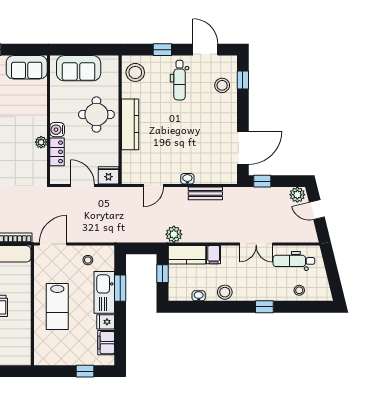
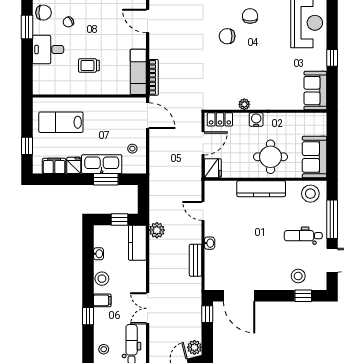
window: (162, 50) -> (332, 219), width x2.17
sofa: (79, 68) -> (314, 157), moved
locker: (57, 152) -> (220, 119), moved
filing cabinet: (214, 255) -> (102, 300), moved, turned 180
lab bench: (57, 306) -> (61, 122), moved

